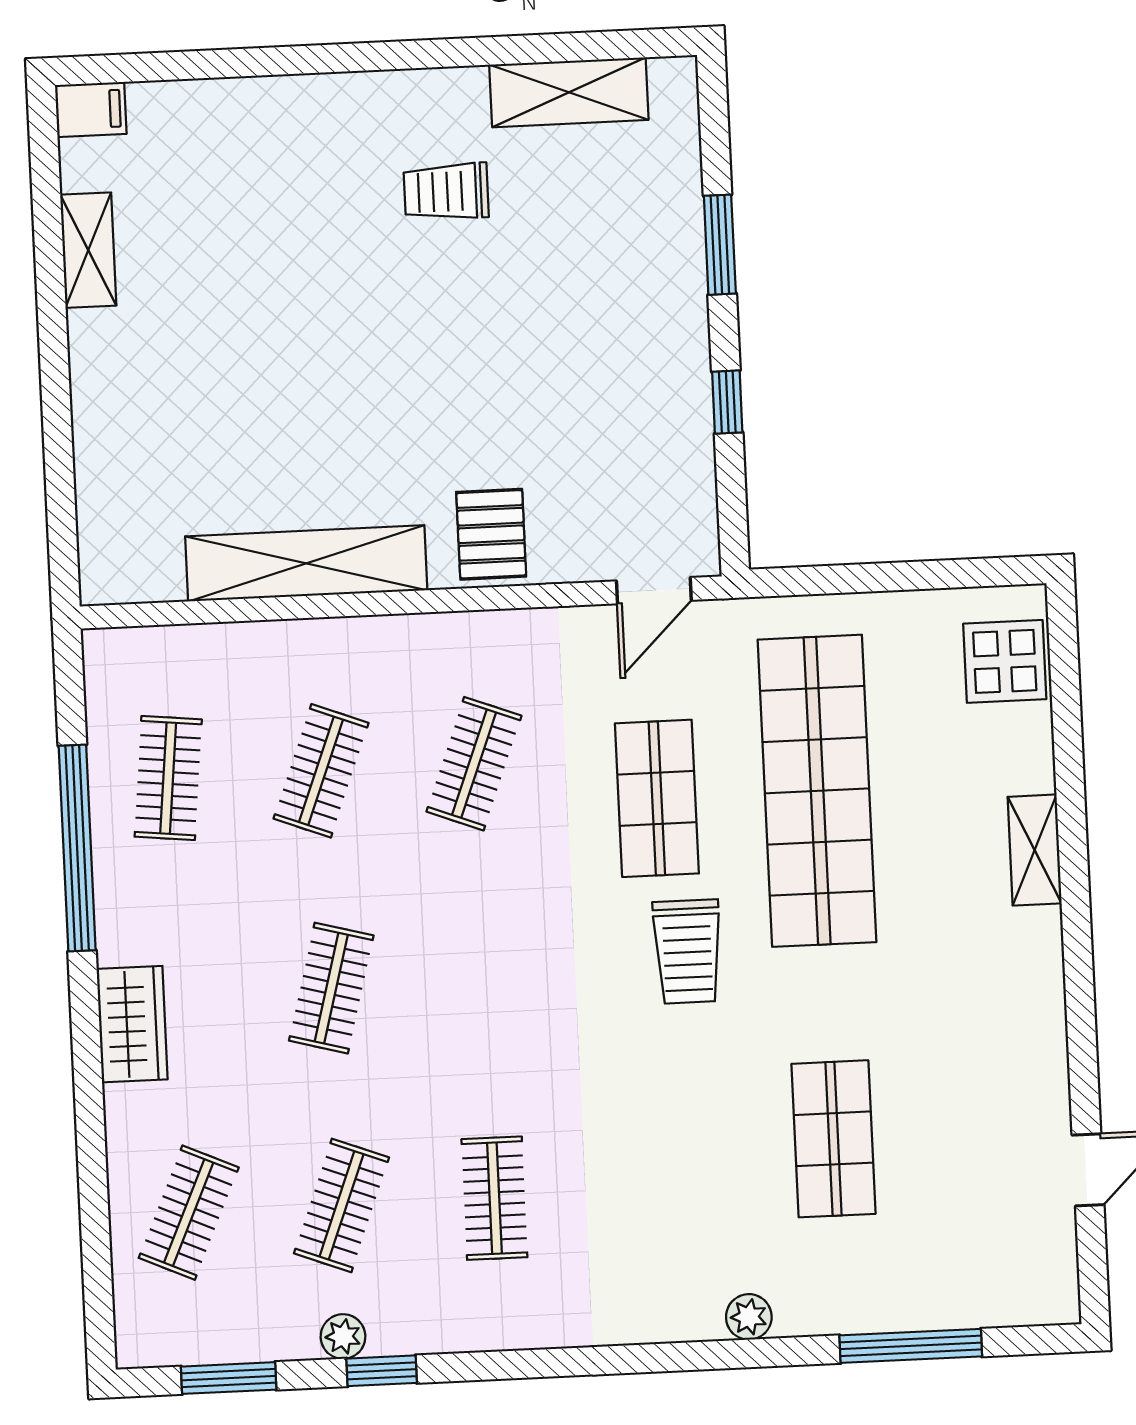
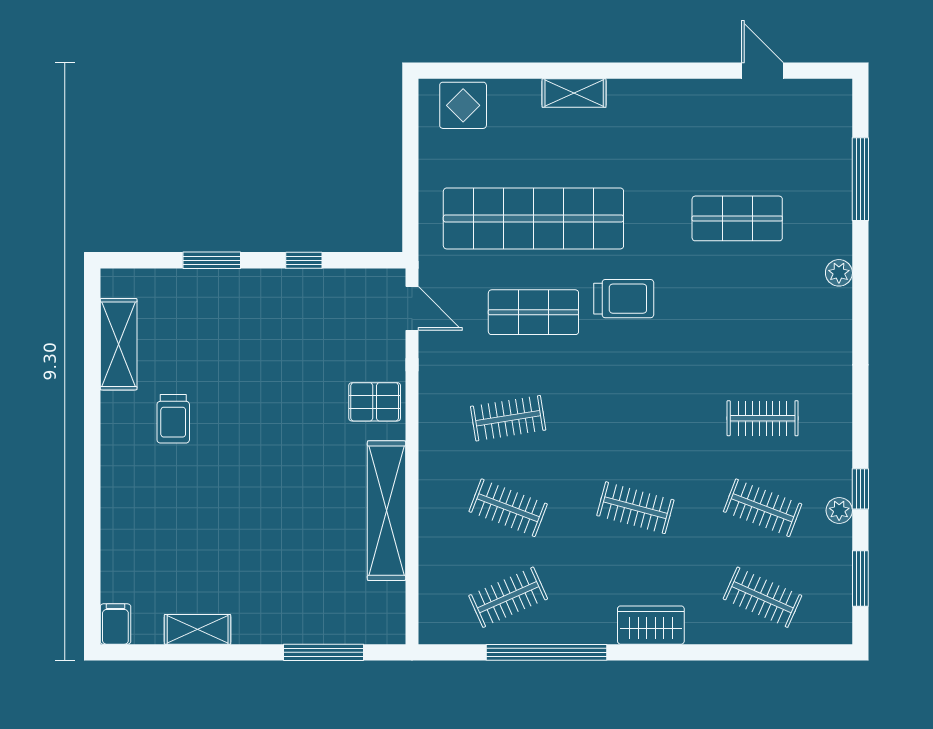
window: (59, 467) -> (323, 652), added
clothes rail: (474, 764) -> (508, 418), turned -30
clothes rail: (168, 778) -> (508, 597), turned -30

